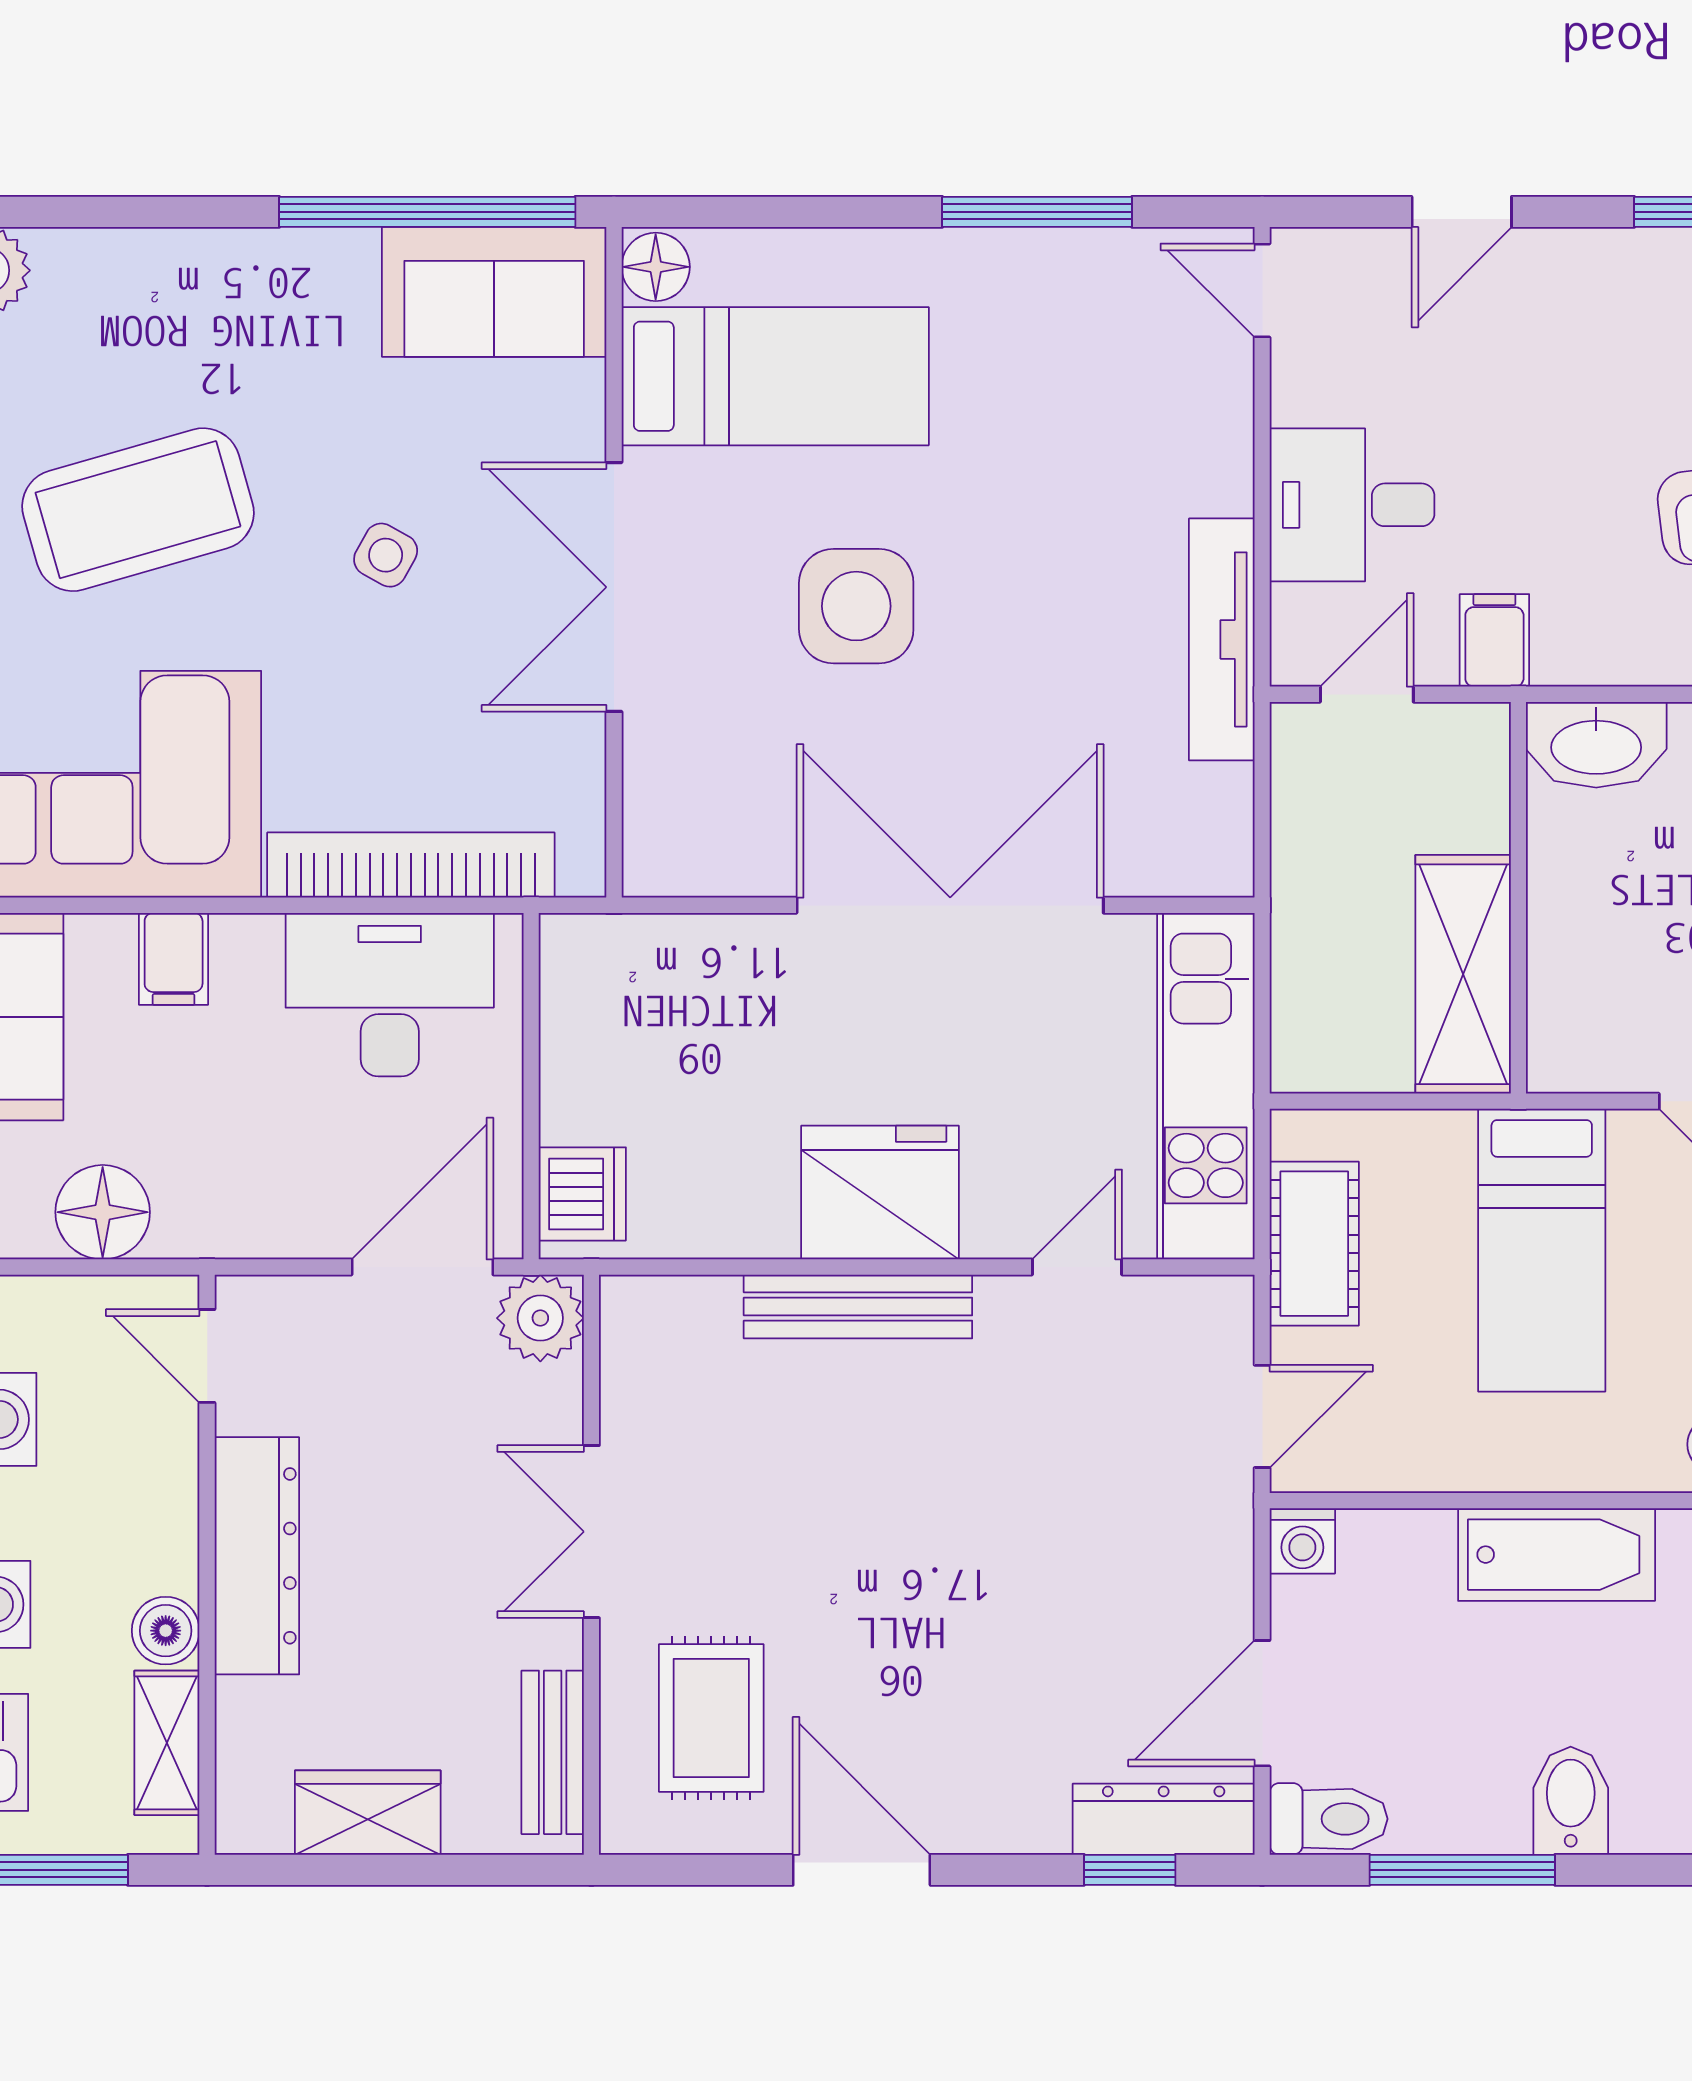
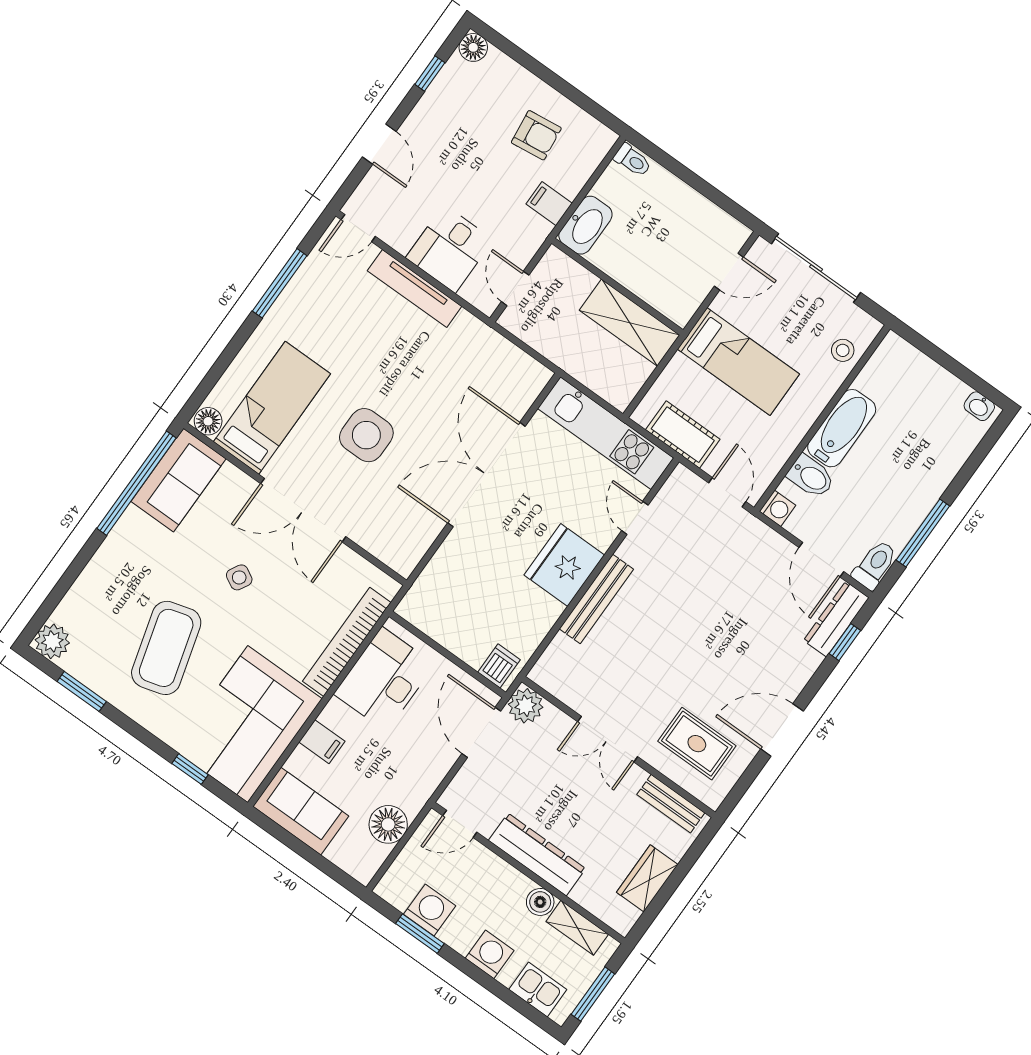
tv unit: (1222, 639) -> (415, 288), moved
filing cabinet: (1494, 640) -> (549, 204), moved
dishwasher: (582, 1194) -> (499, 666), width x0.73
bidet: (1571, 1801) -> (811, 476), moved, turned 180

